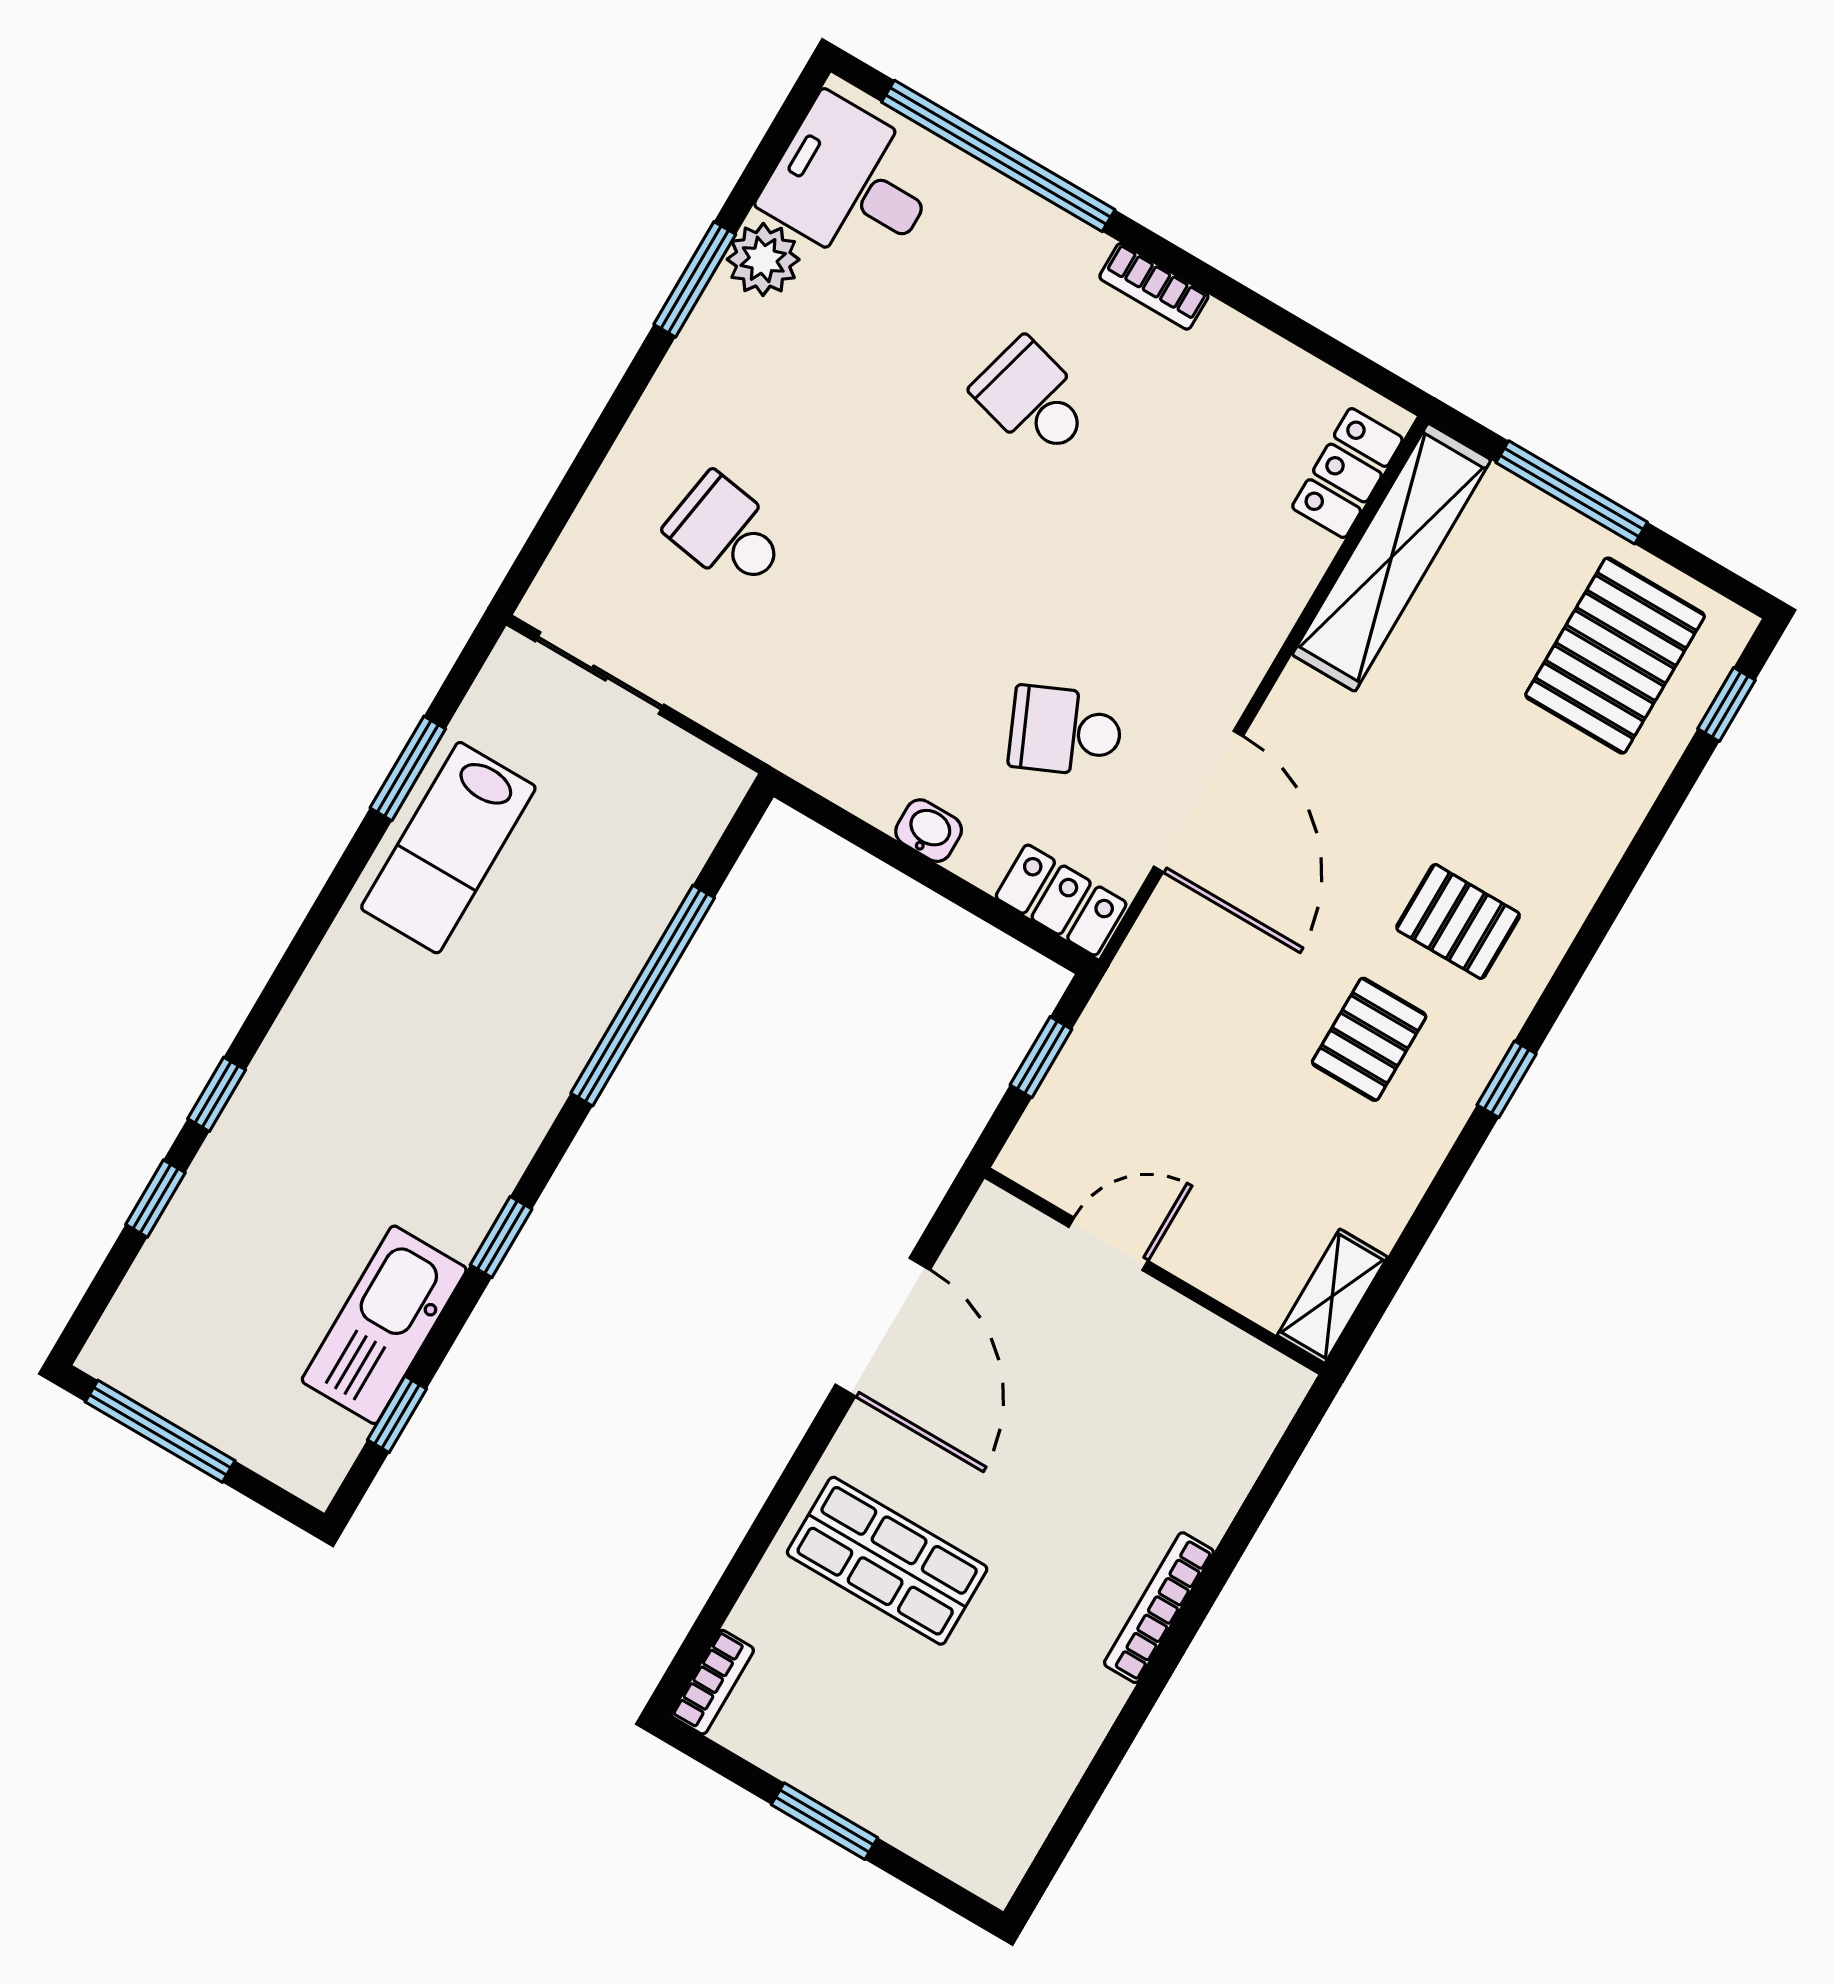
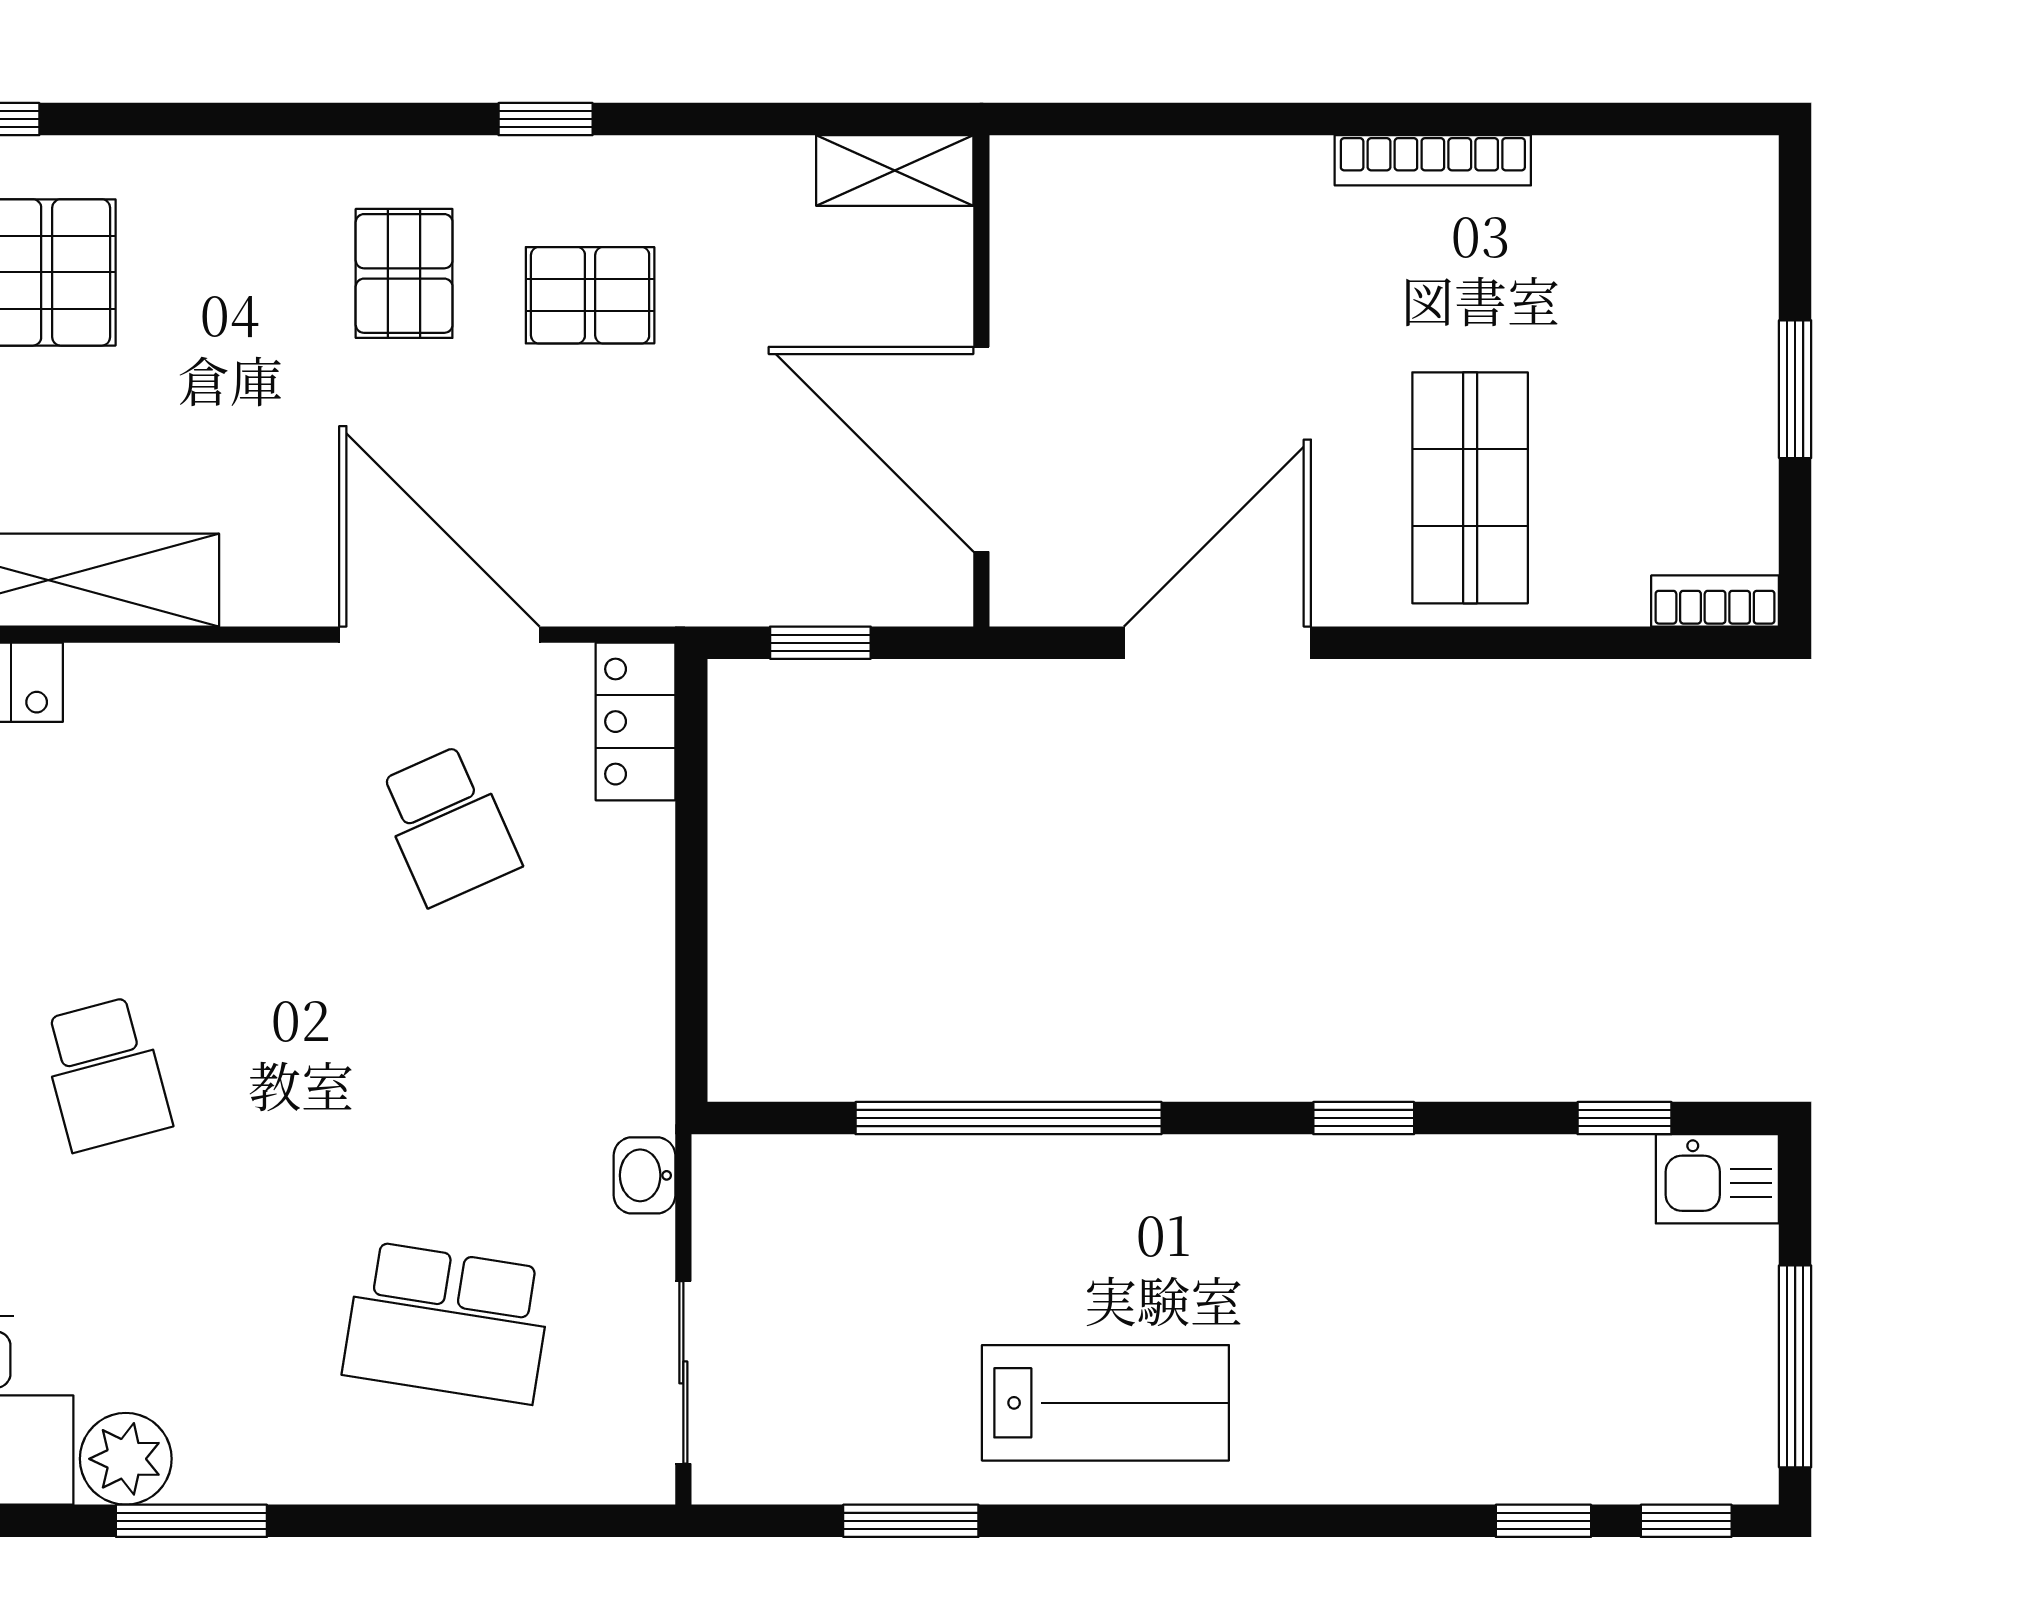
school desk: (1033, 399) -> (105, 1074), turned -30
school desk: (727, 533) -> (448, 1322), width x1.85
door: (1198, 801) -> (439, 635), hinge flipped
washbasin: (929, 831) -> (644, 1175), moved
lab bench: (448, 848) -> (1105, 1403), moved
window: (217, 1094) -> (1686, 1521), moved
door: (1108, 1244) -> (981, 449), width x1.87
kitchen sink: (384, 1325) -> (1717, 1179), moved, width x0.53, depth x0.81
bookcase: (1159, 1608) -> (1433, 160), moved

